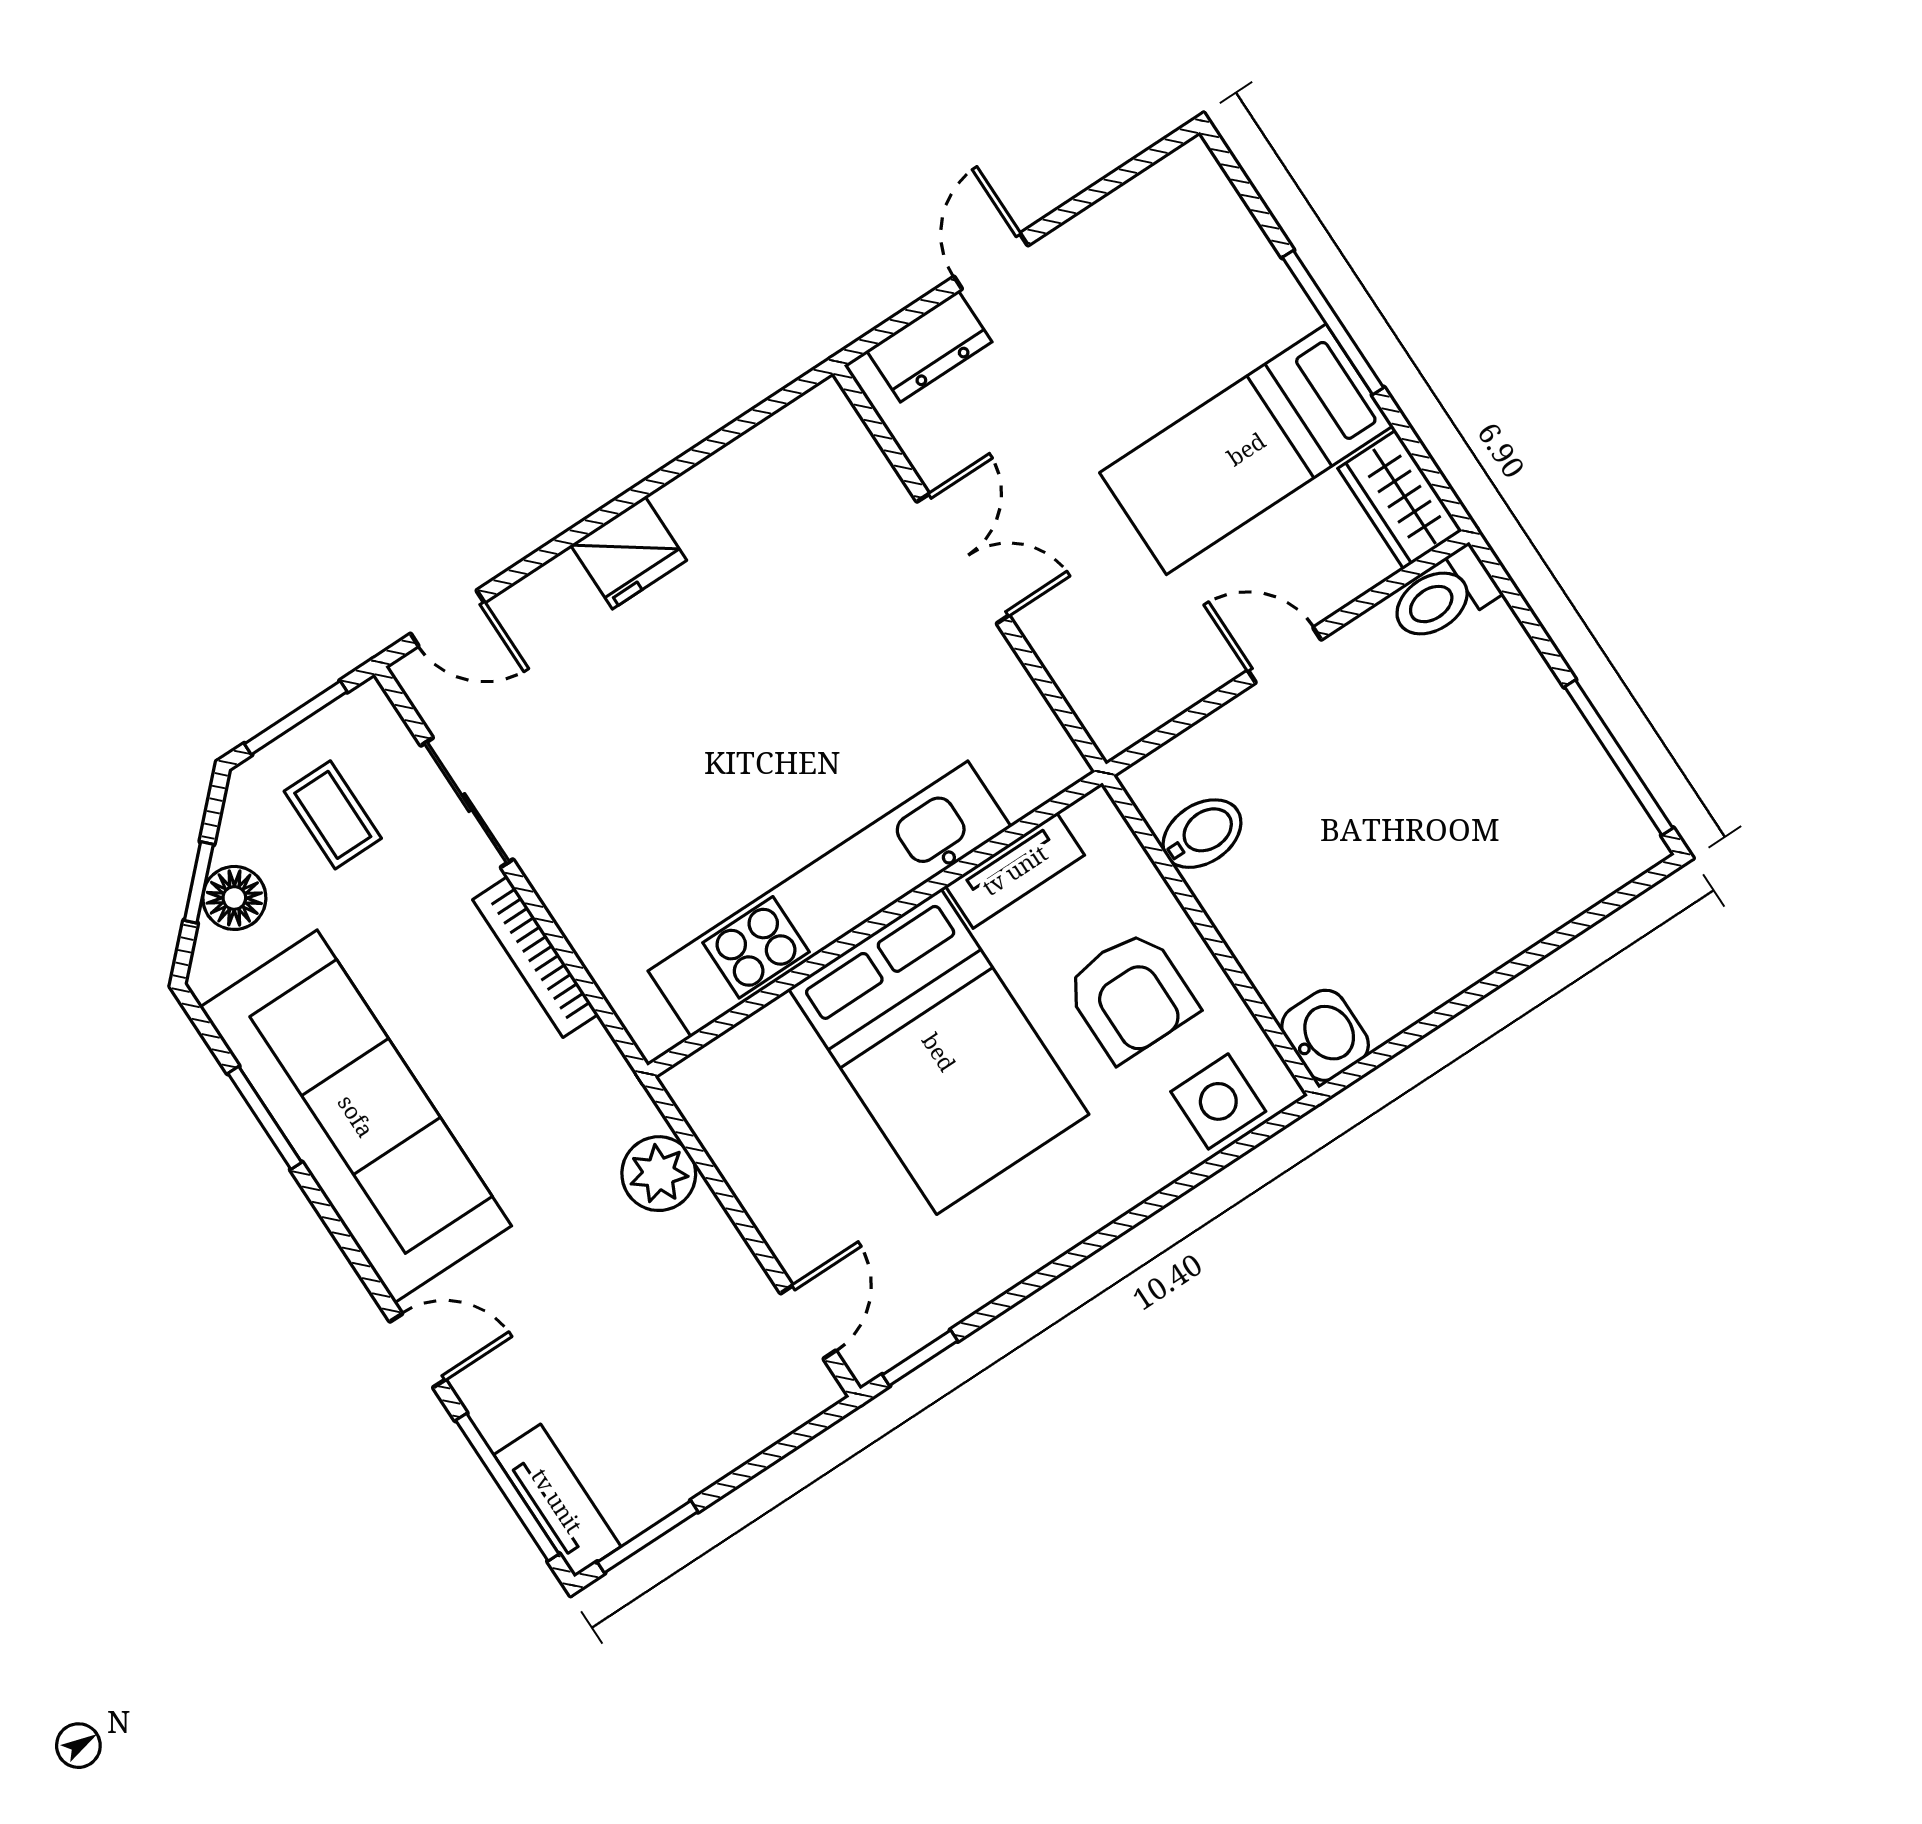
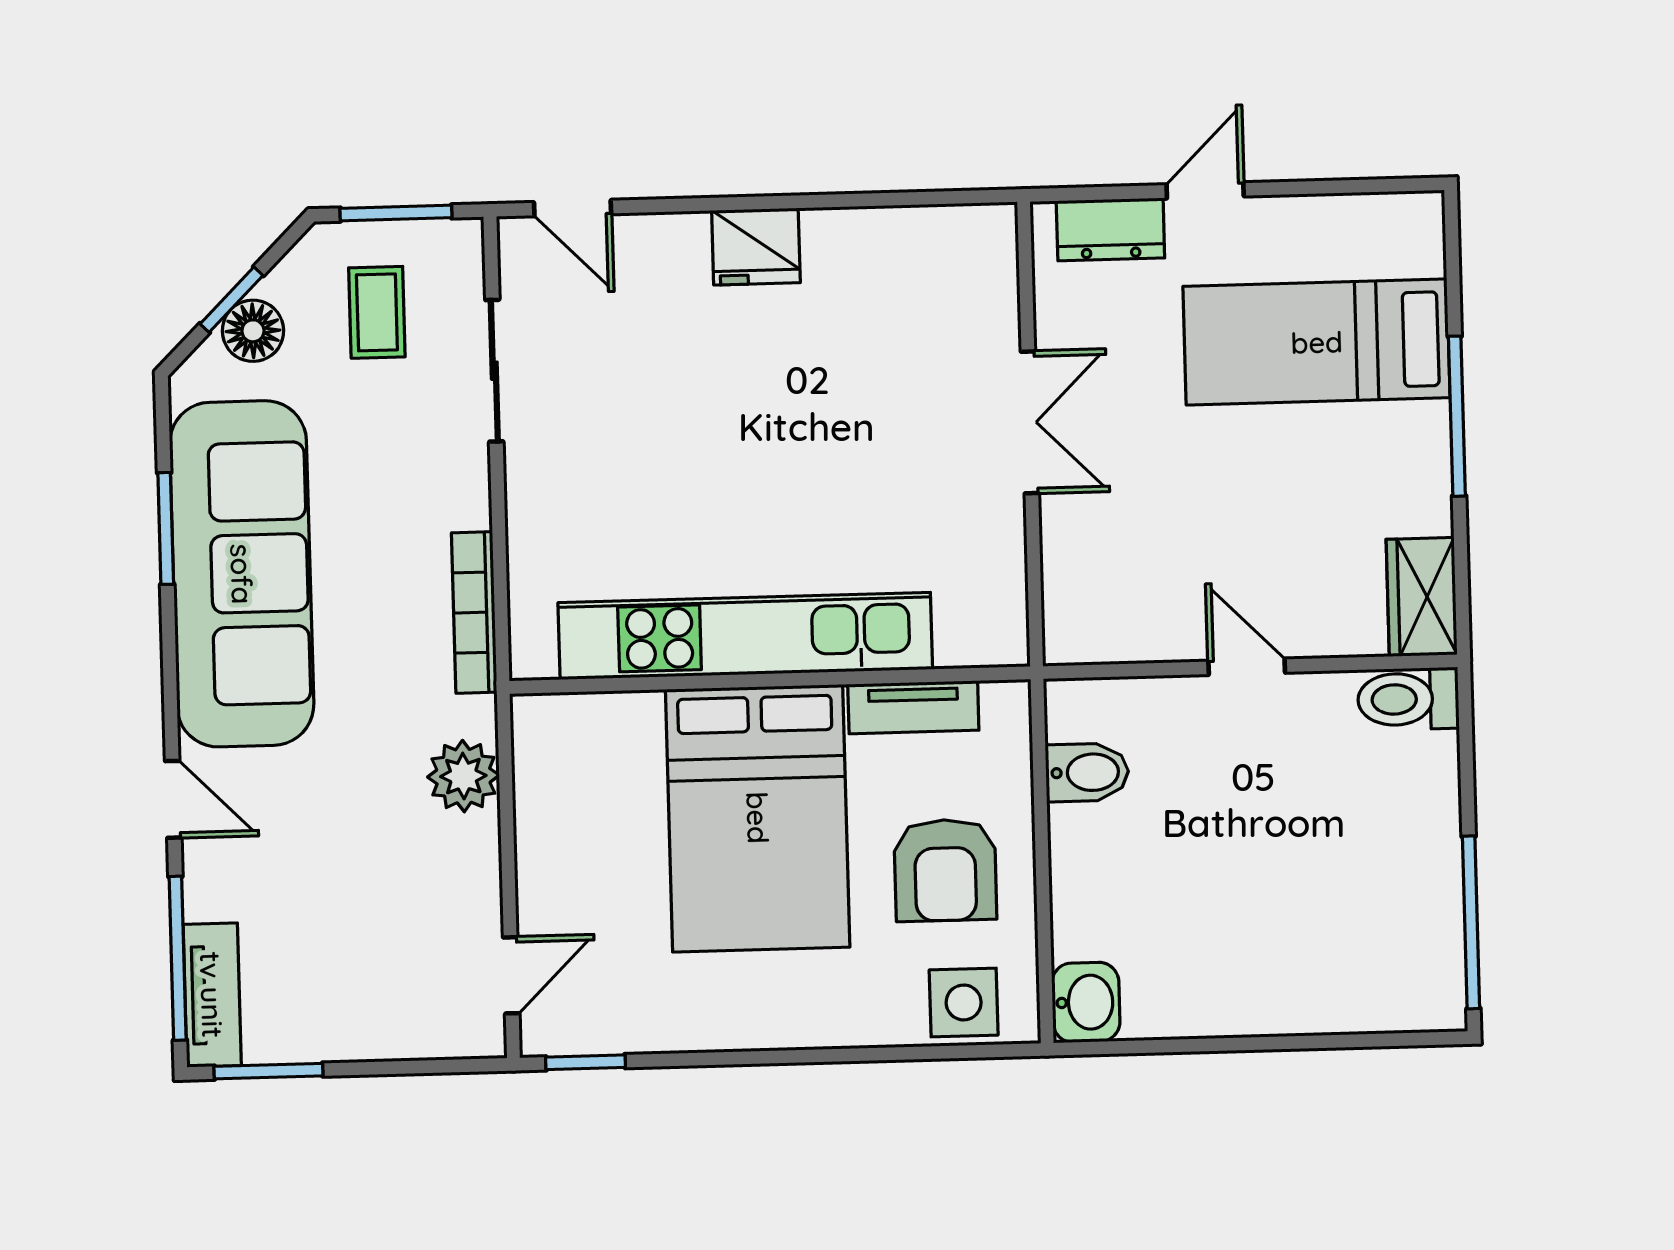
bed: (1246, 449) -> (1317, 342), moved
bookcase: (535, 957) -> (474, 613), moved

